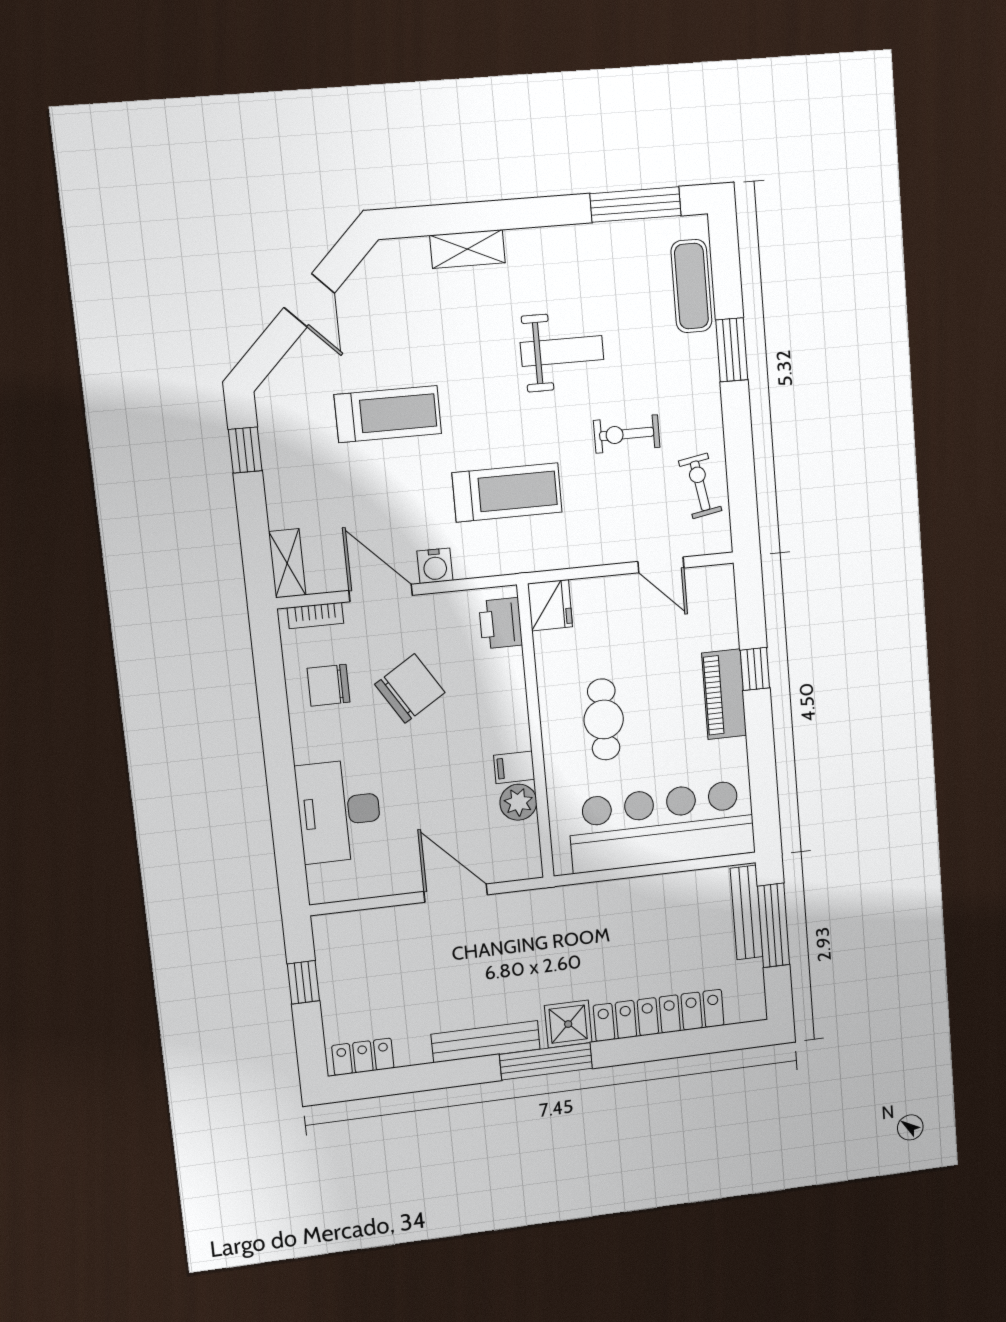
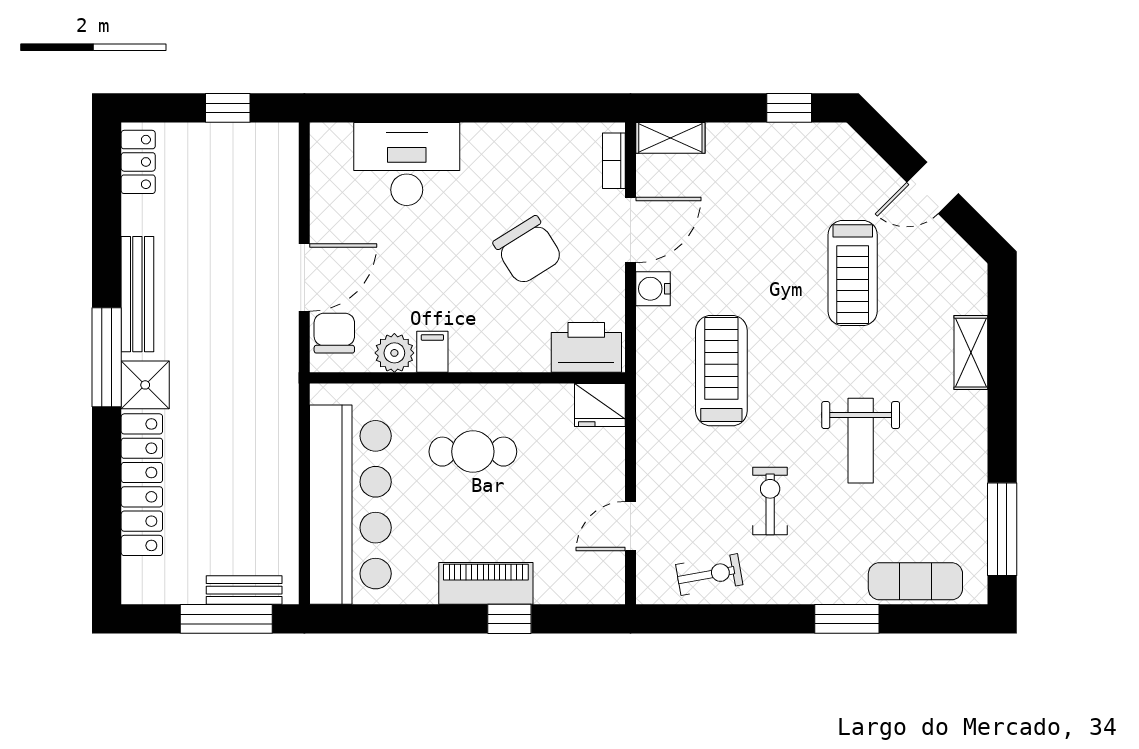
treadmill: (388, 414) -> (853, 273), moved
treadmill: (507, 492) -> (721, 371), turned 180
printer: (501, 623) -> (586, 347), width x1.37, depth x1.19
chair: (328, 685) -> (334, 333), moved
bench: (746, 913) -> (244, 590), width x0.73

